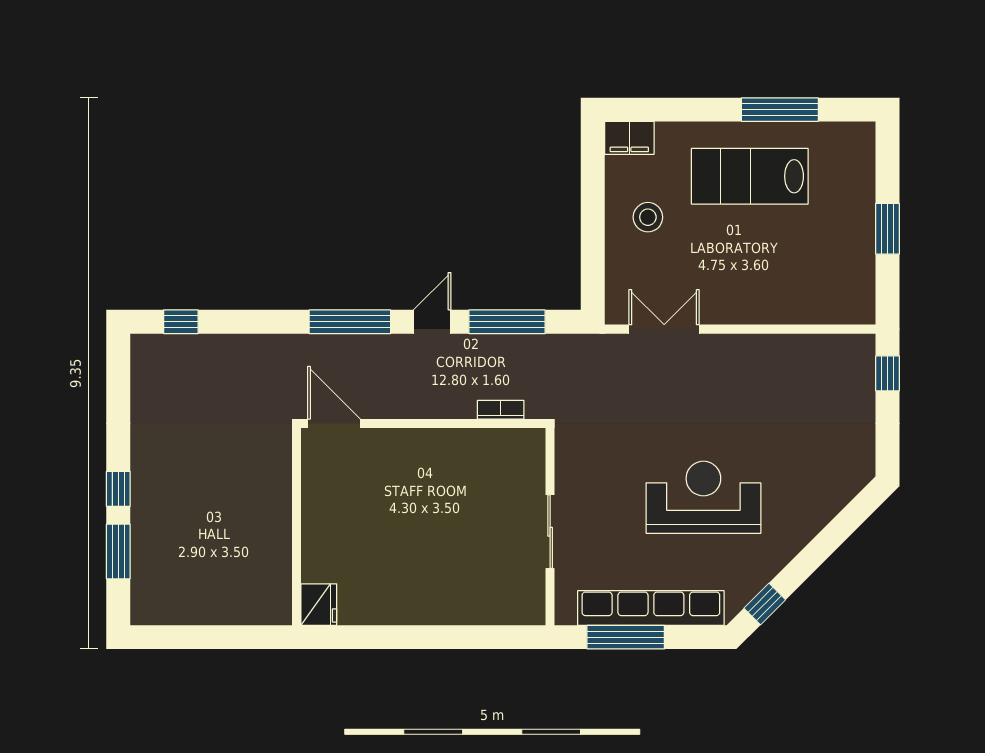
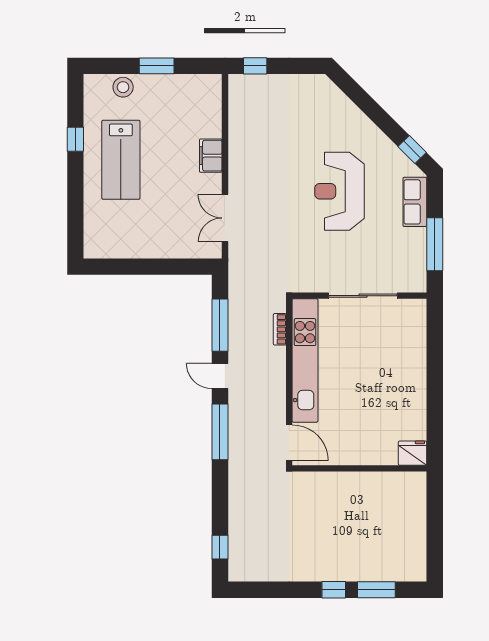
window: (780, 110) -> (75, 139), width x0.46
filing cabinet: (629, 138) -> (211, 156), moved, turned 180
stool: (648, 217) -> (123, 87), moved
door: (334, 423) -> (289, 443), swing flipped
kitchen unit: (455, 447) -> (305, 361), added
sliding door: (550, 532) -> (363, 296), width x1.37
row of seats: (651, 608) -> (415, 202), width x0.50

